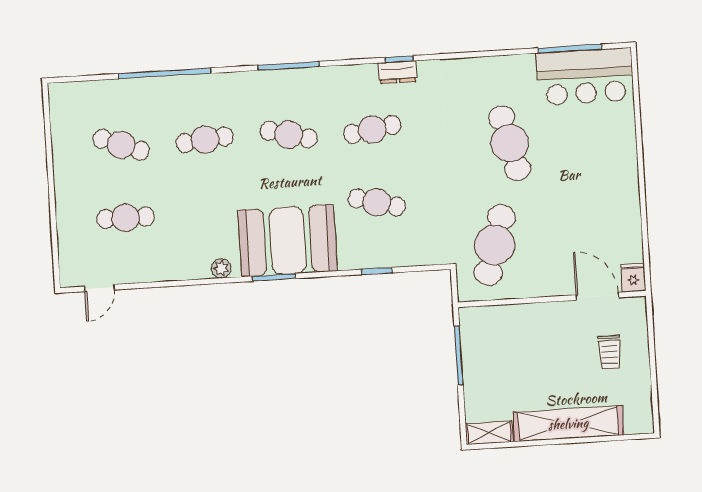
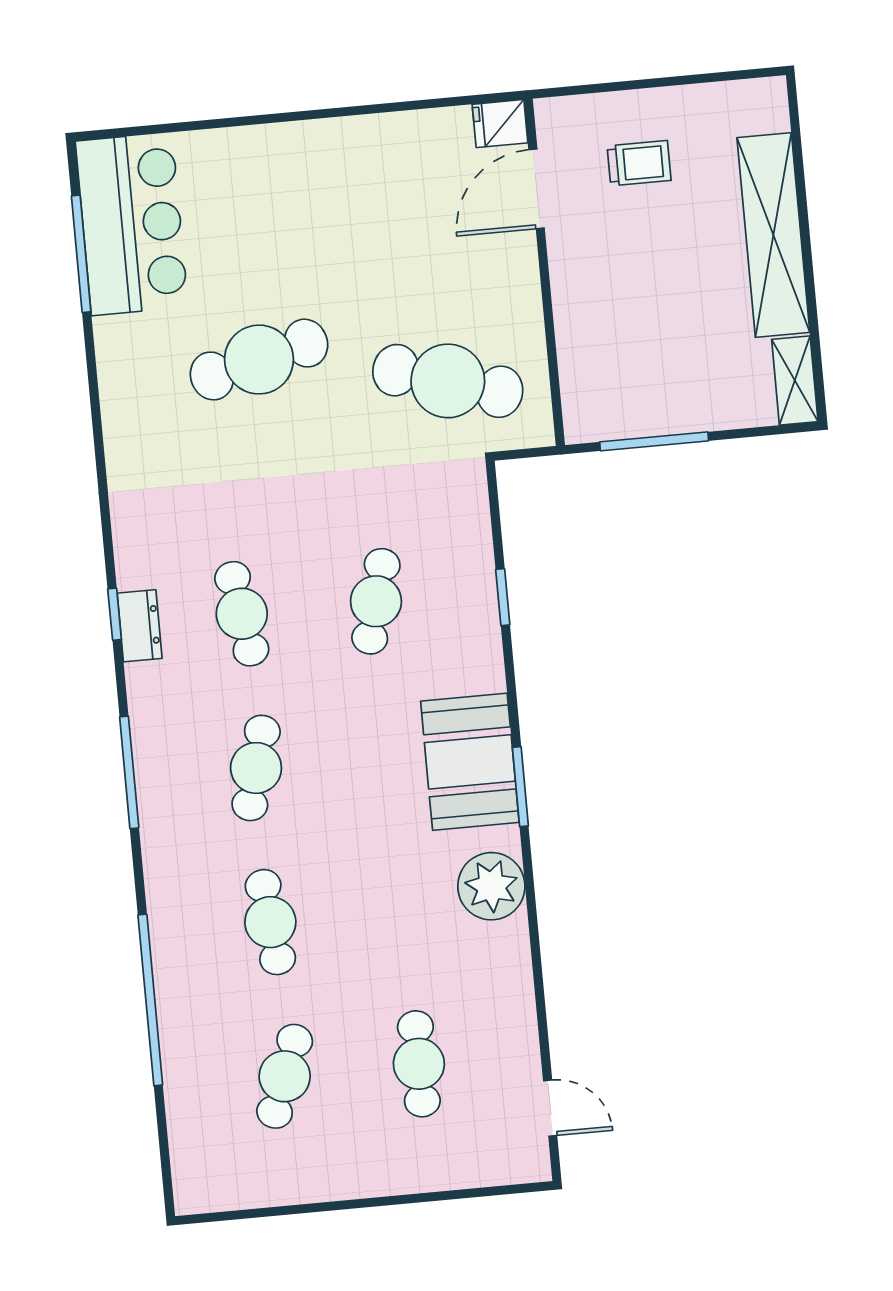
window: (399, 59) -> (115, 614), moved
dresser: (398, 72) -> (140, 626), moved
booth: (288, 240) -> (470, 762), width x0.73, depth x0.70
plant: (221, 268) -> (491, 886), width x1.87, depth x1.87

